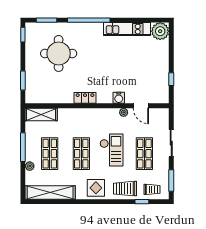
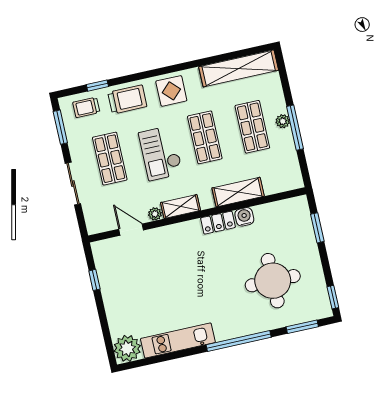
water cooler: (119, 98) -> (244, 217), moved
shelving: (106, 113) -> (180, 206), added
shelving: (41, 114) -> (238, 192), moved
plant: (30, 166) -> (283, 121), moved

